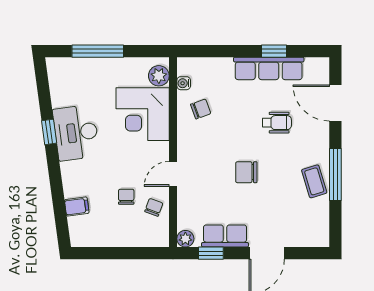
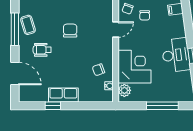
row of seats: (269, 68) -> (63, 95), width x0.68
wheelchair: (277, 123) -> (42, 50), moved
chair: (246, 172) -> (70, 31), turned -90

